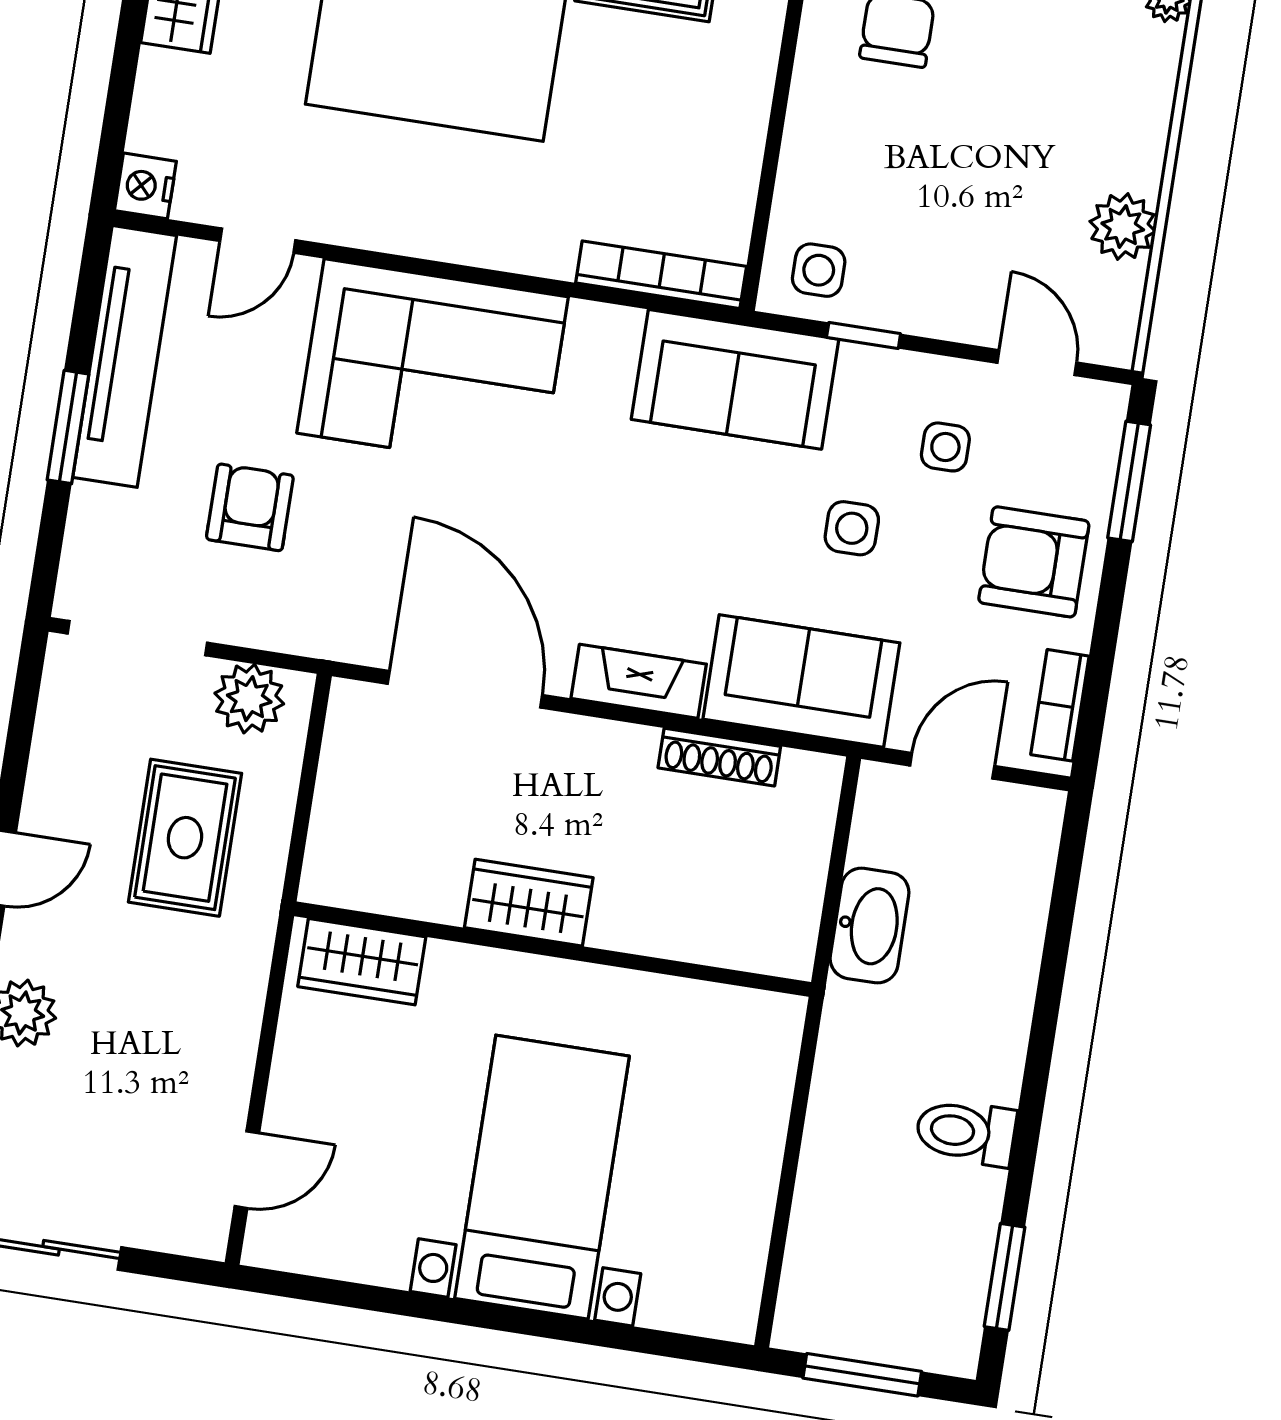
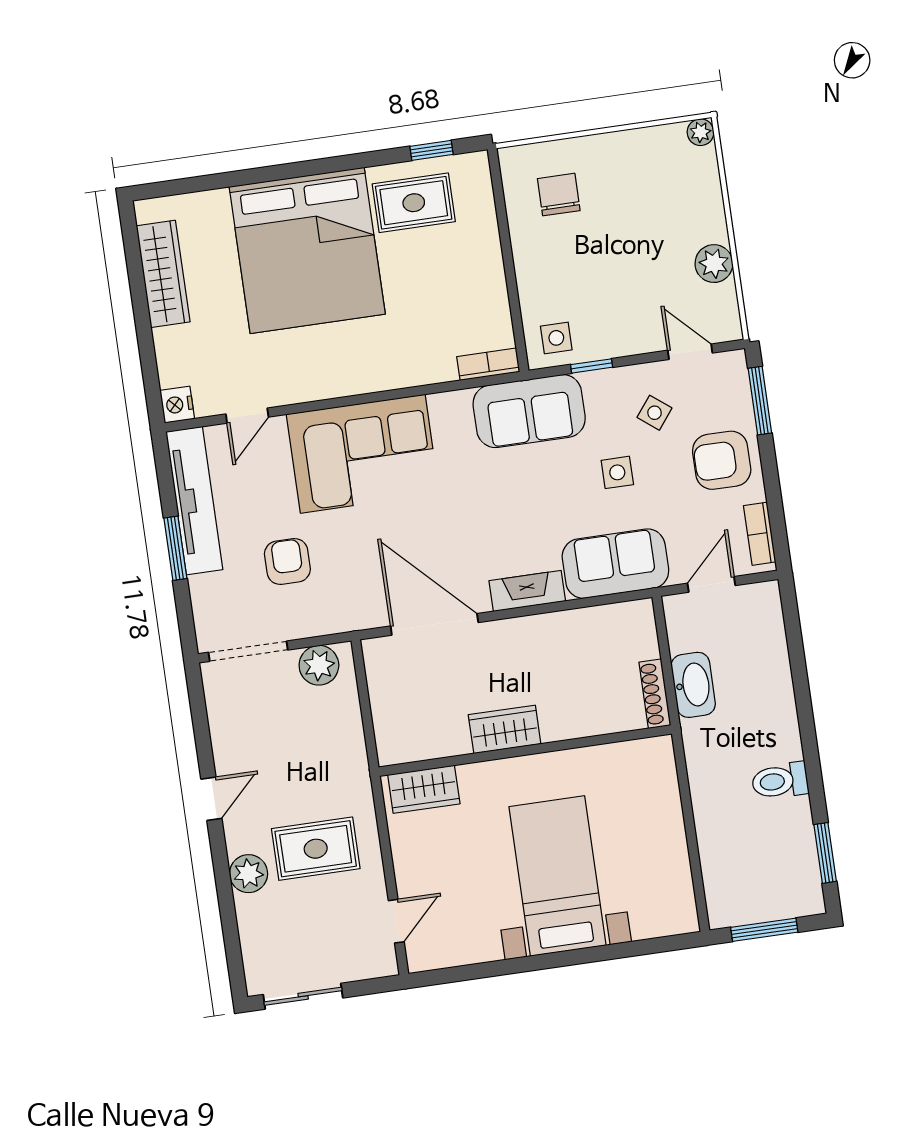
bookcase: (661, 275) -> (488, 364), width x0.64
side table: (945, 447) -> (655, 413), turned 38
shoe rack: (719, 757) -> (655, 694), moved, turned 90
rug: (185, 838) -> (316, 849), moved, turned 90

